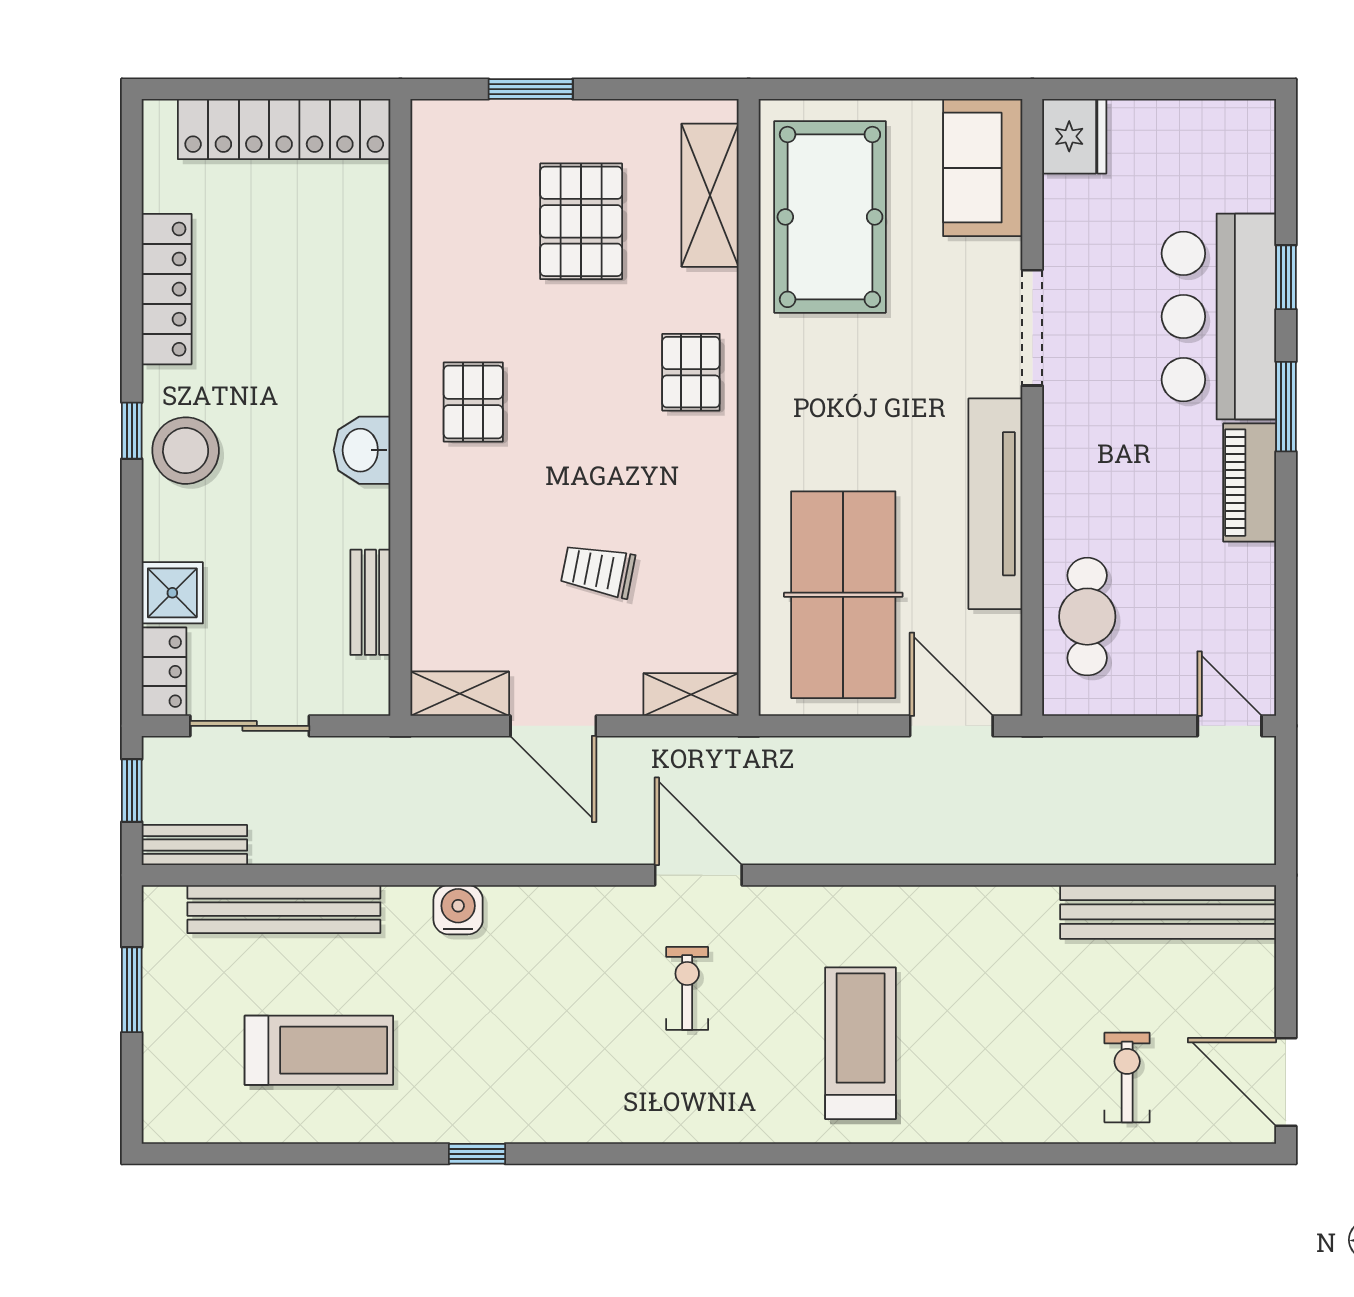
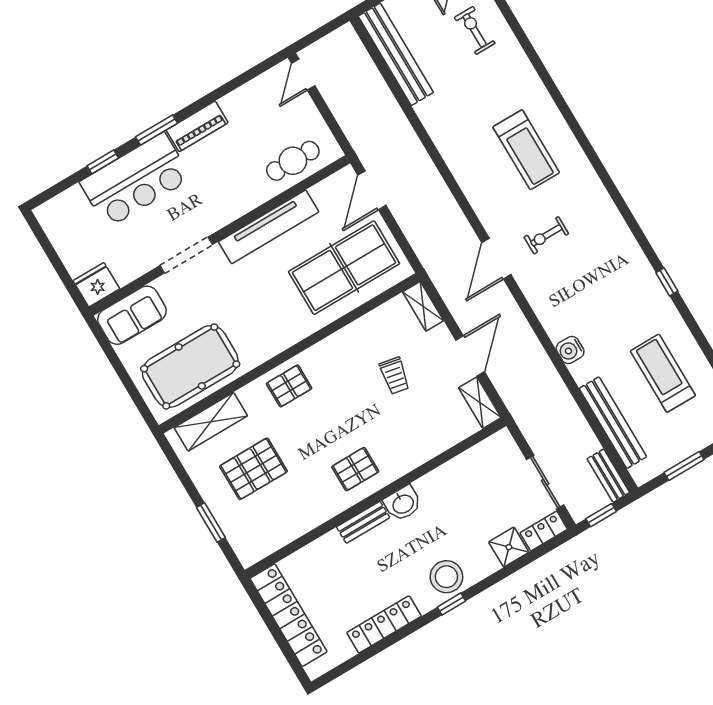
bench: (370, 602) -> (363, 522), moved
treadmill: (861, 1043) -> (526, 150), turned -90
exercise bike: (1127, 1078) -> (475, 30), turned 90

